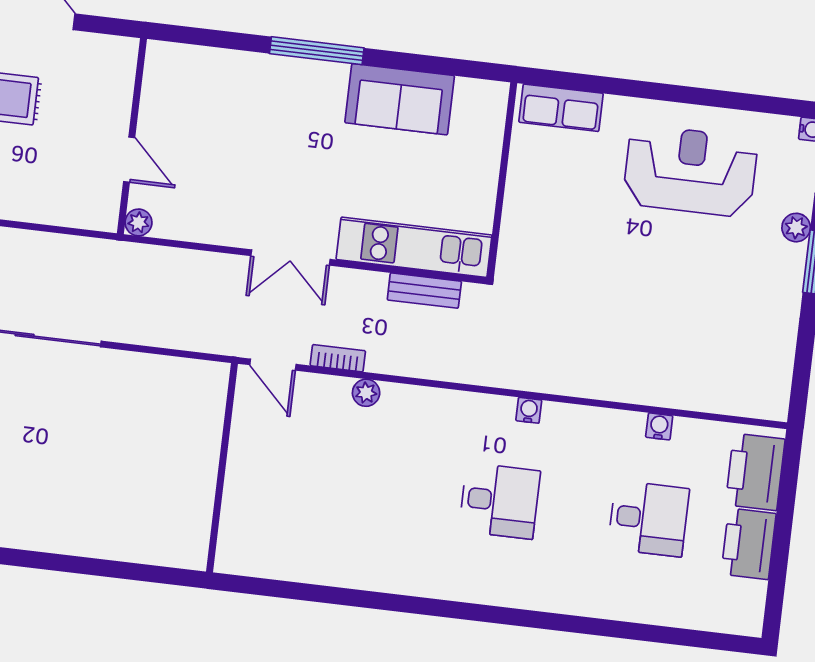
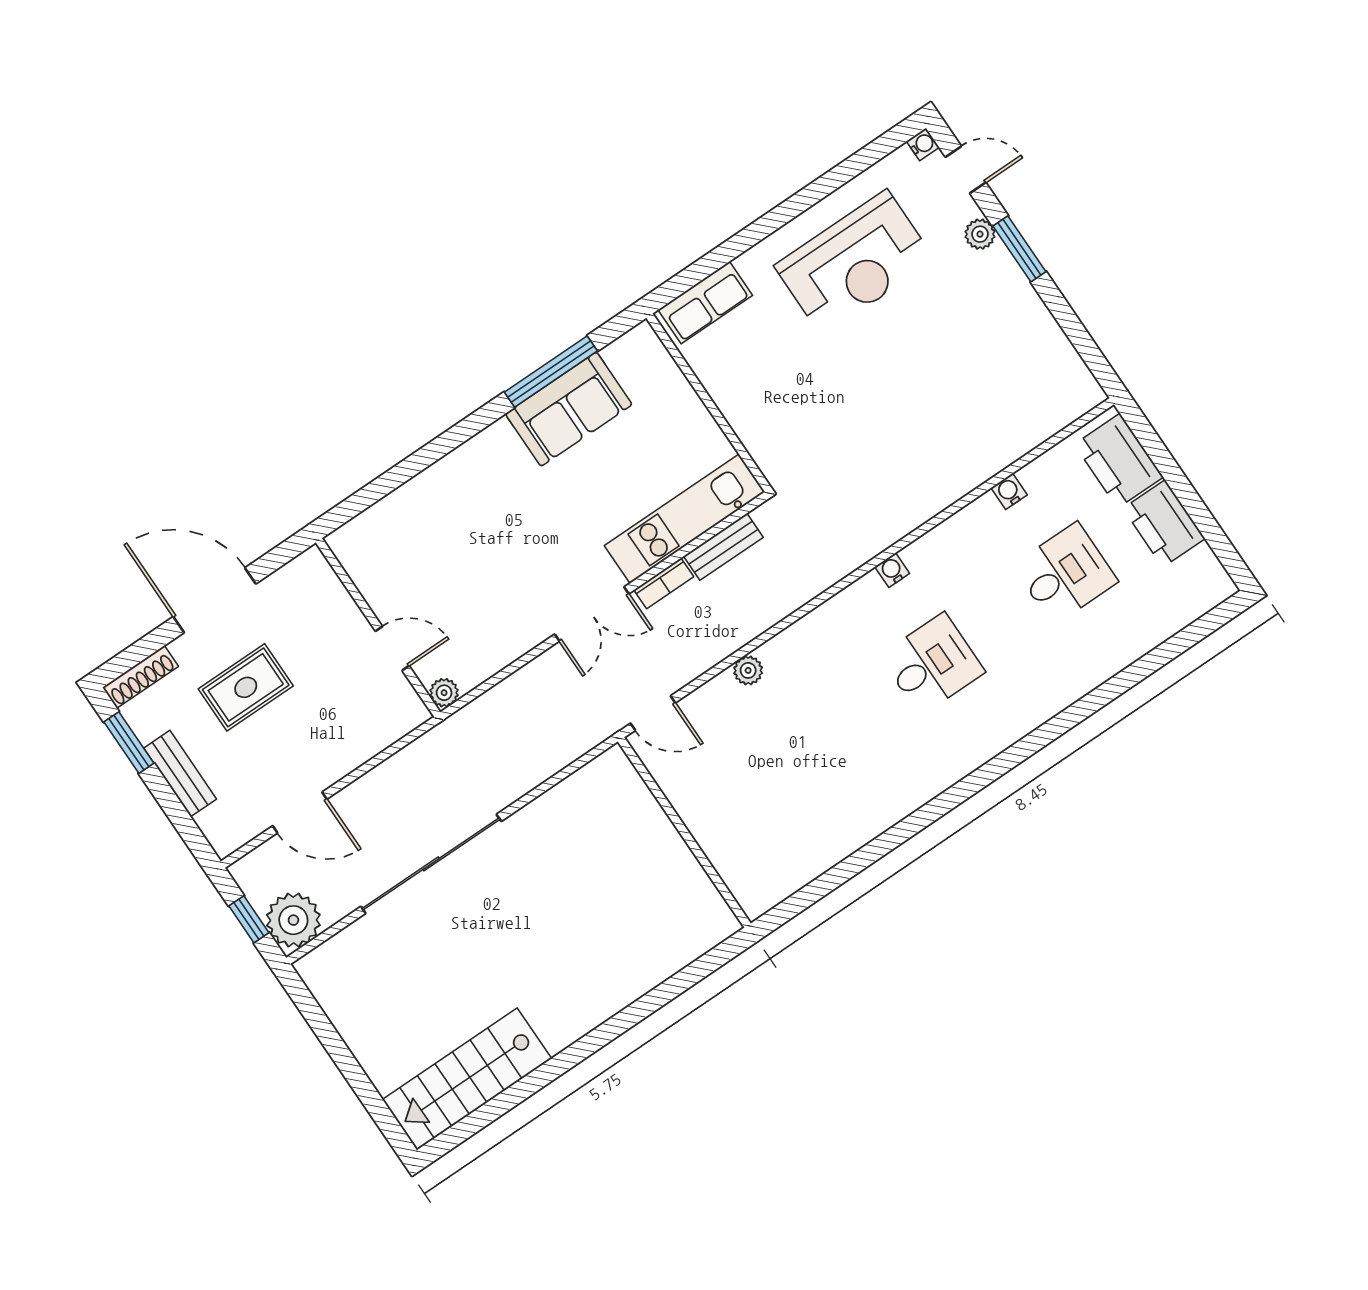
window: (317, 51) -> (551, 372), moved
reception desk: (690, 171) -> (854, 263), turned 180
bookcase: (338, 358) -> (664, 583), moved, turned 180

